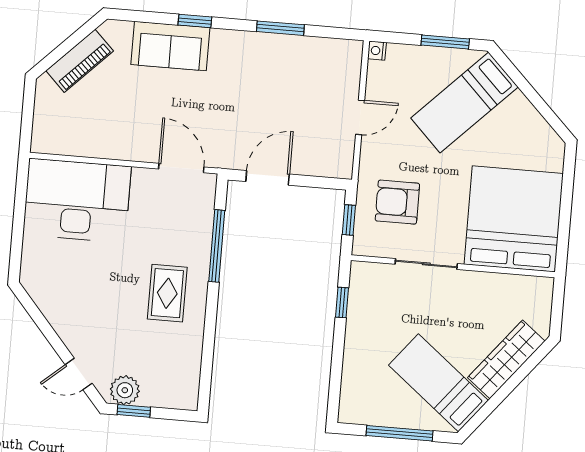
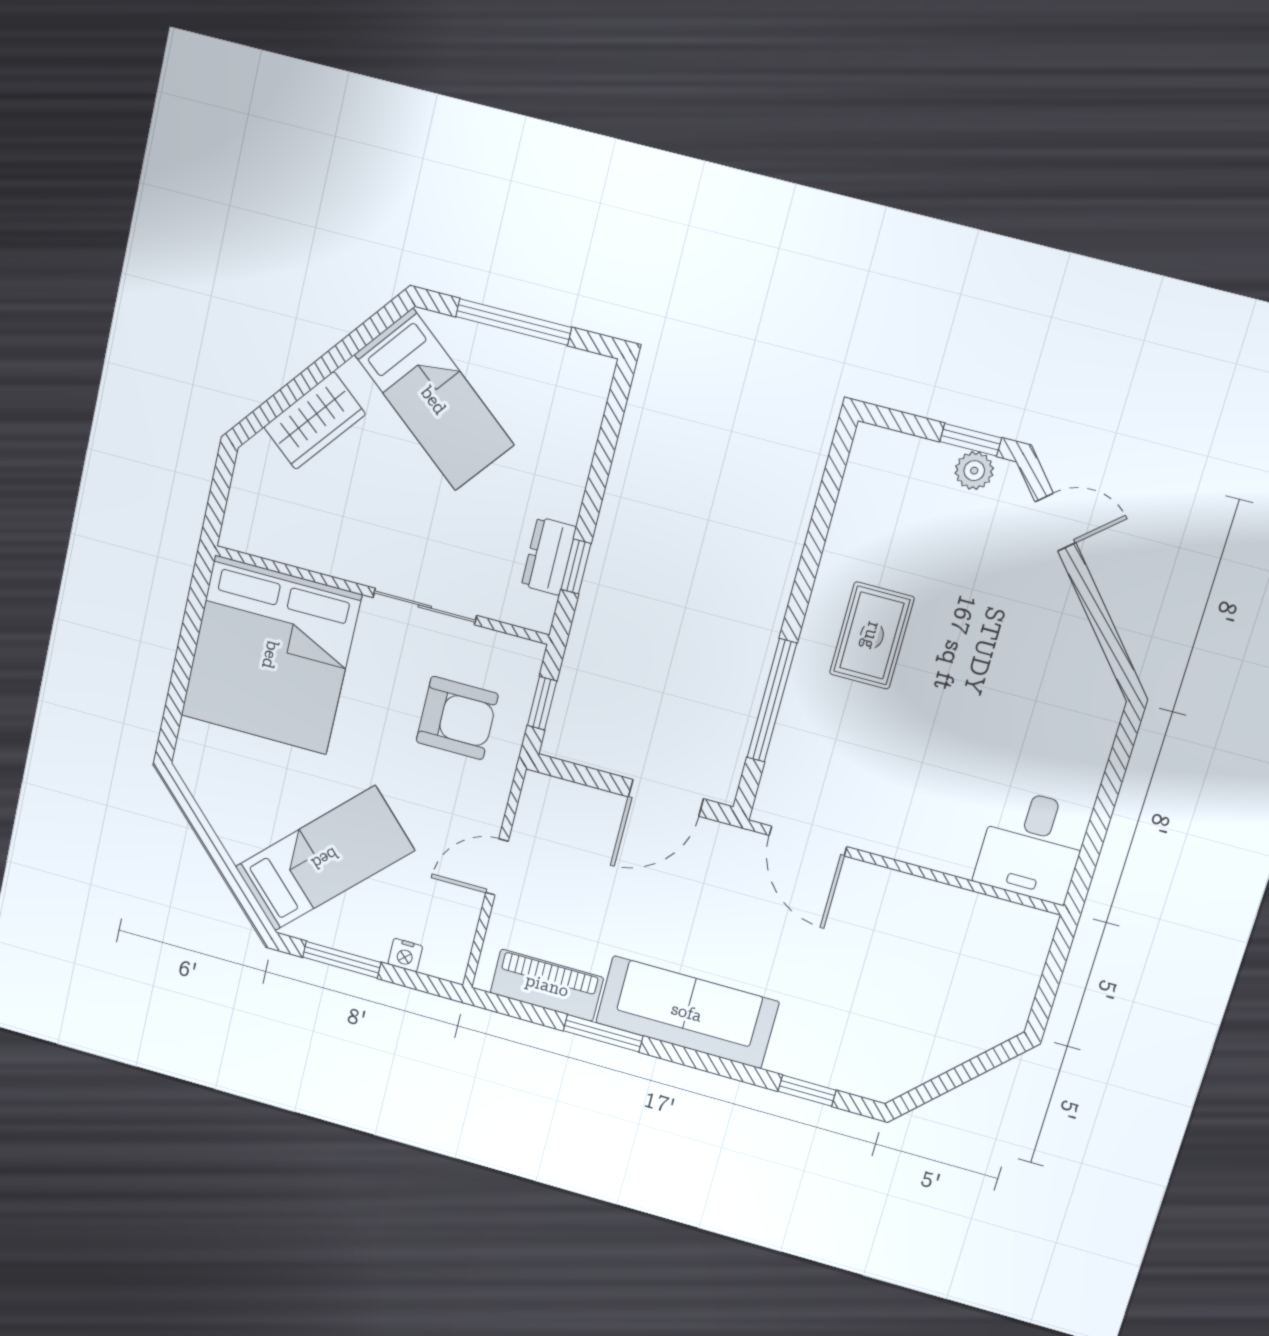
window: (195, 21) -> (807, 1091), moved
sofa: (170, 46) -> (687, 1012), moved, width x1.36
nightstand: (377, 51) -> (405, 955), moved, turned 90
piano: (80, 61) -> (547, 985), moved, turned 45
desk: (77, 200) -> (1032, 846), width x0.53, depth x0.77
dresser: (359, 306) -> (549, 556), added
wardrobe: (506, 359) -> (315, 421), width x0.67
plant: (125, 390) -> (974, 471), width x0.73, depth x0.73

